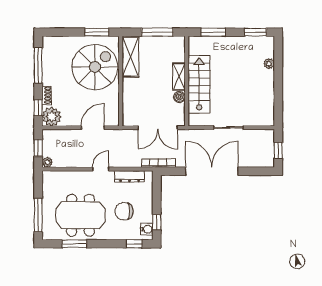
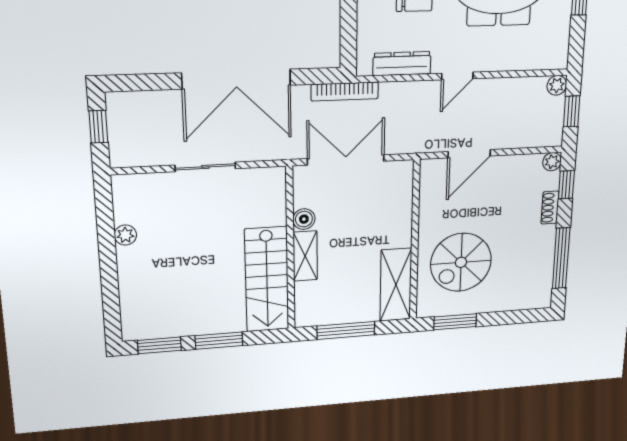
window: (213, 32) -> (219, 341), moved
plant: (269, 64) -> (125, 235), moved
spiral stairs: (95, 67) -> (461, 262), width x0.73, depth x0.73
stairs: (199, 84) -> (267, 280), moved
plant: (52, 117) -> (552, 162), width x0.53, depth x0.53

